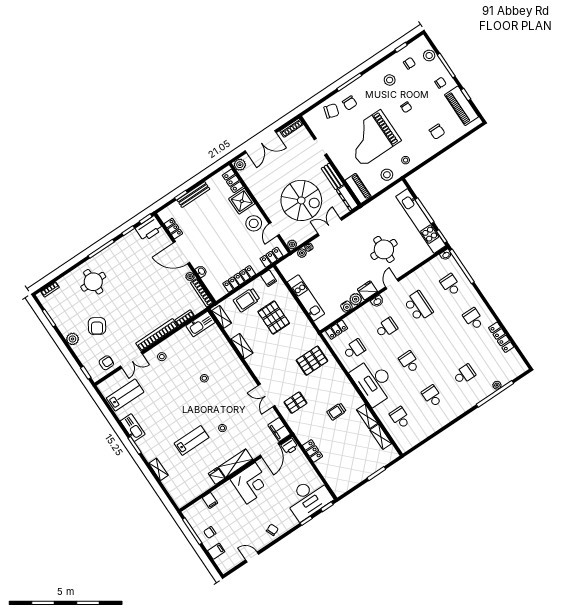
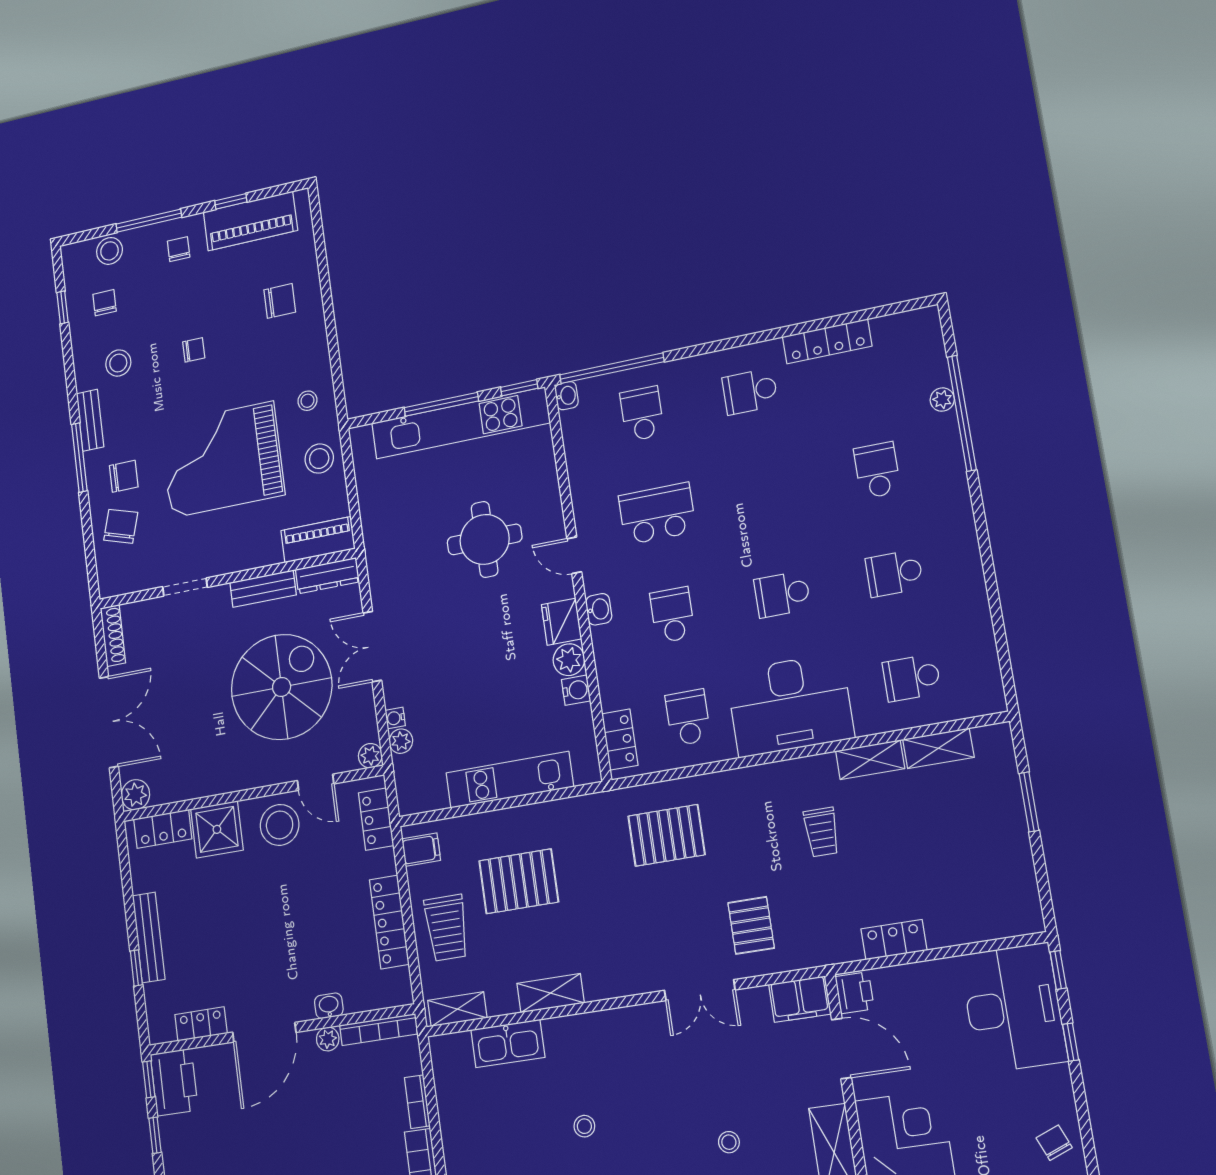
bench: (364, 79) -> (90, 420), added
grand piano: (371, 138) -> (222, 460), turned 90
school desk: (450, 285) -> (642, 414), turned 90
kitchen sink: (201, 324) -> (508, 1044), moved, turned 90
pallet: (312, 361) -> (666, 835), turned 90

